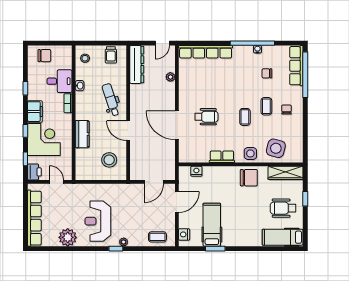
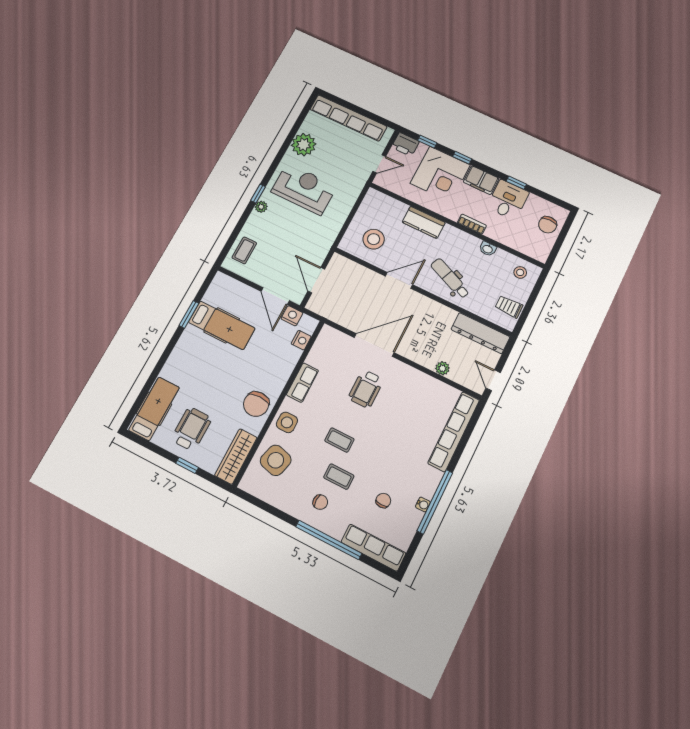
window: (305, 75) -> (329, 540), moved
desk: (59, 81) -> (508, 200), moved, turned 180
dental chair: (111, 100) -> (450, 278), turned -139
nightstand: (184, 234) -> (292, 316), moved

